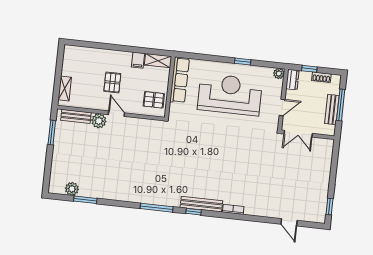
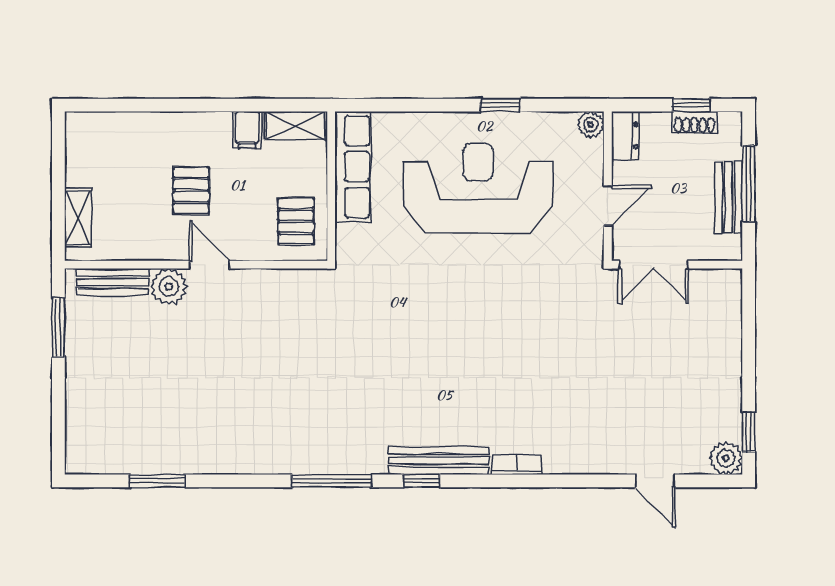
window: (309, 69) -> (691, 105), moved
pallet: (154, 100) -> (296, 221), turned 90
plant: (72, 189) -> (726, 458), moved

